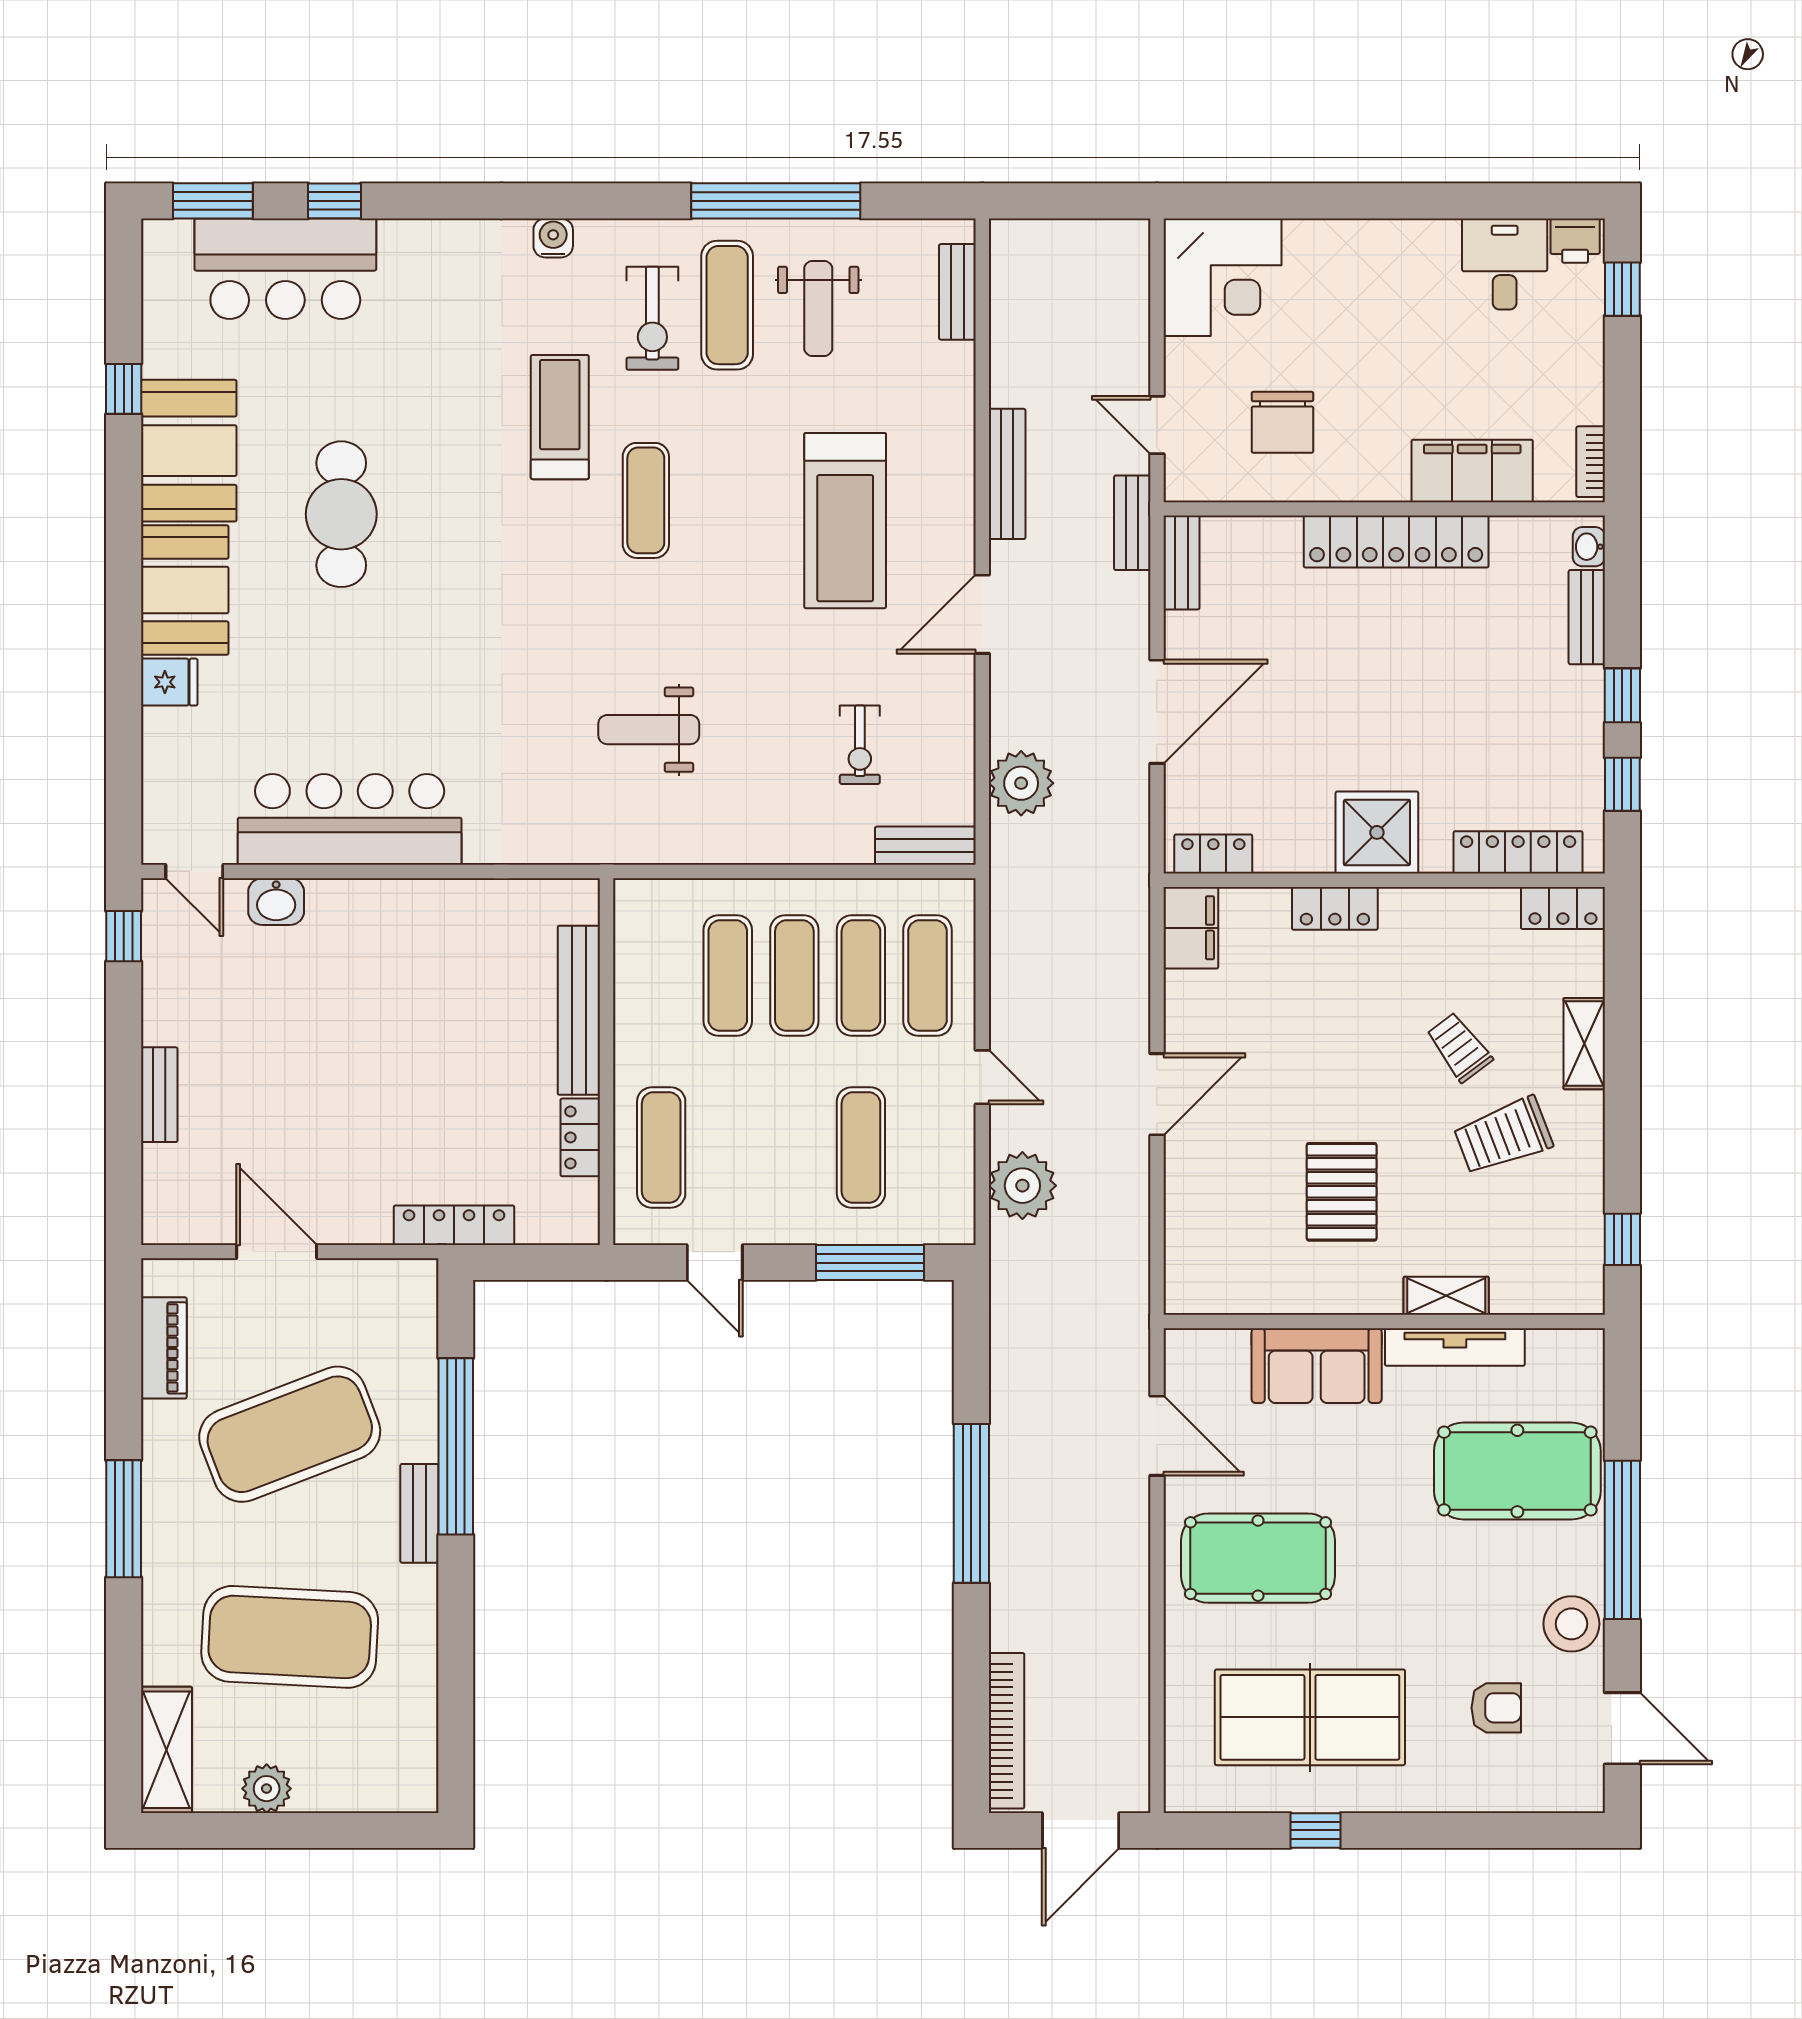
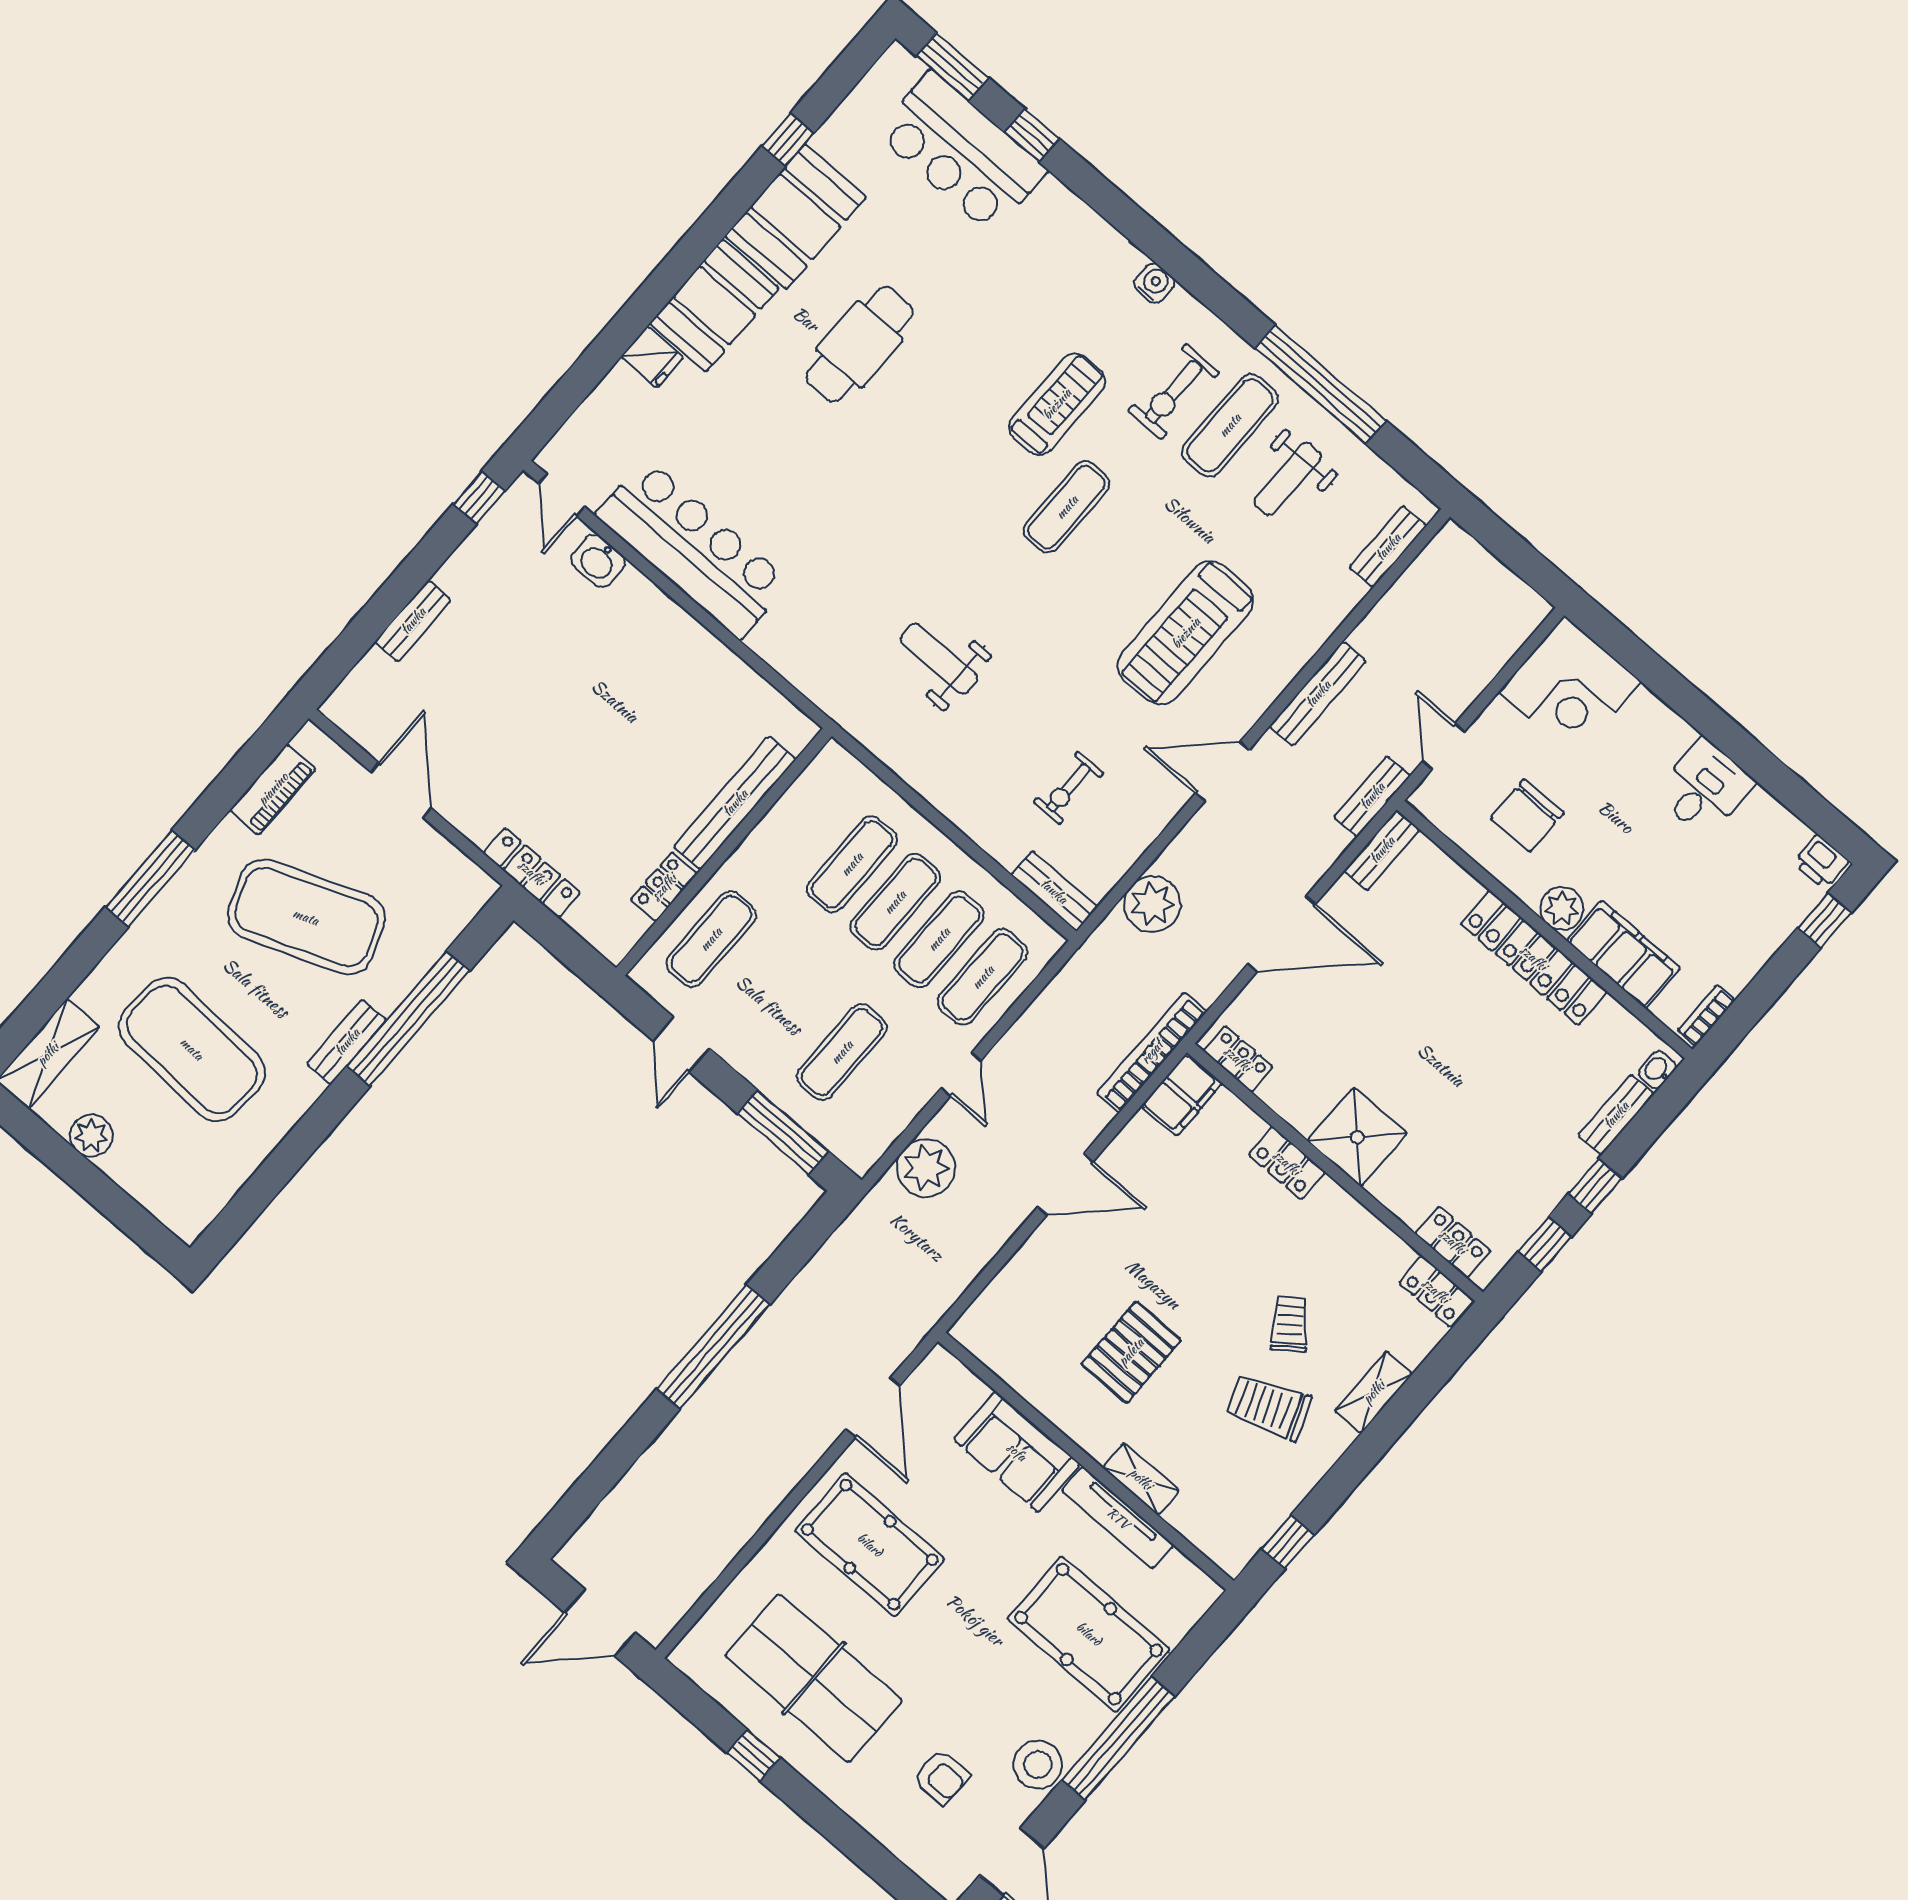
desk: (1505, 264) -> (1704, 788), moved
plant: (1383, 477) -> (1562, 908), added
locker: (1518, 852) -> (1453, 1242), width x0.66
bookcase: (1006, 1731) -> (1152, 1052), moved, turned 180

